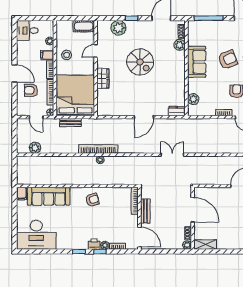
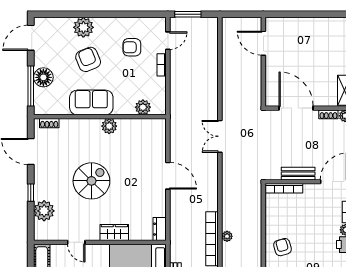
floor lamp: (215, 27) -> (43, 77), added
plant: (180, 45) -> (109, 126), moved
dresser: (177, 111) -> (160, 229), moved
door: (193, 210) -> (296, 108), hinge flipped

